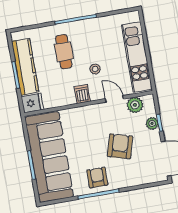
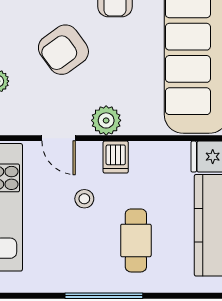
plant: (135, 105) -> (106, 120), moved
armchair: (120, 146) -> (63, 50), turned 38

